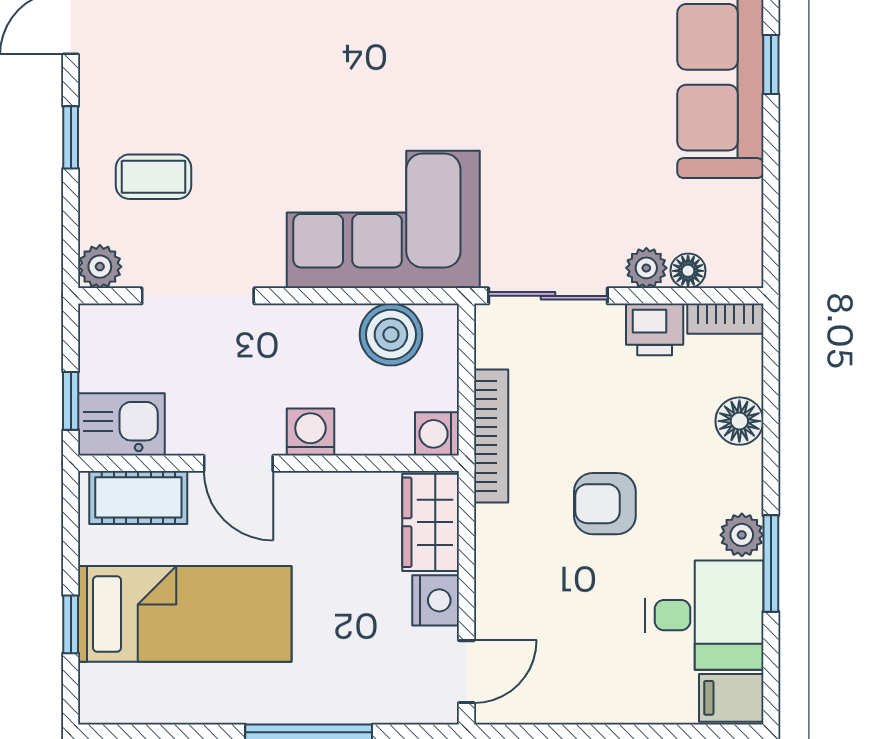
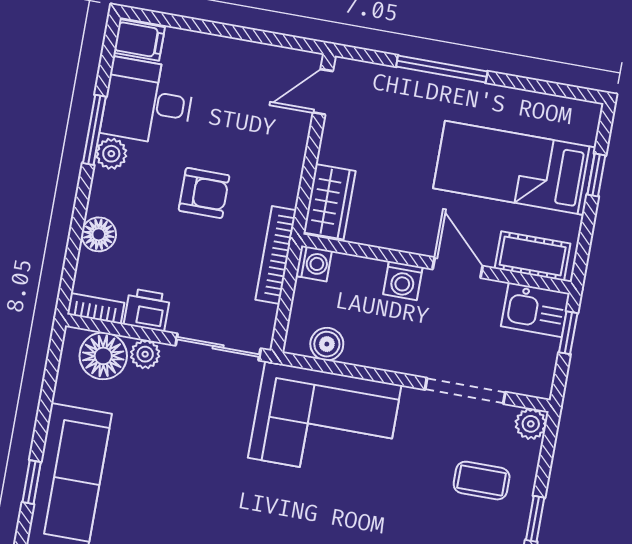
floor lamp: (688, 271) -> (103, 356), width x1.89, depth x1.89
boiler: (391, 335) -> (327, 344), width x0.73, depth x0.73
nightstand: (436, 600) -> (336, 146), removed

